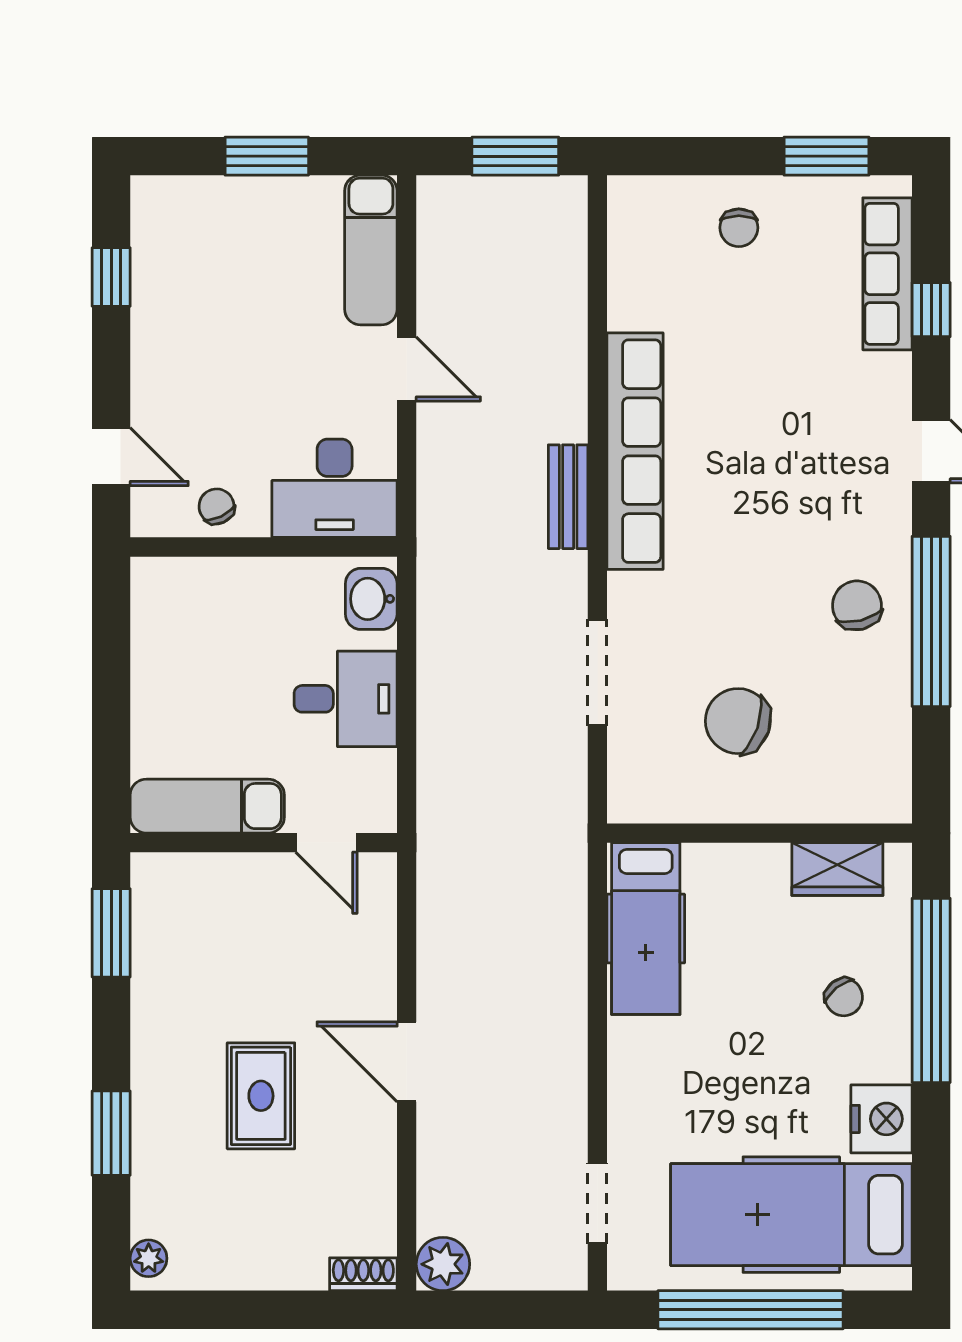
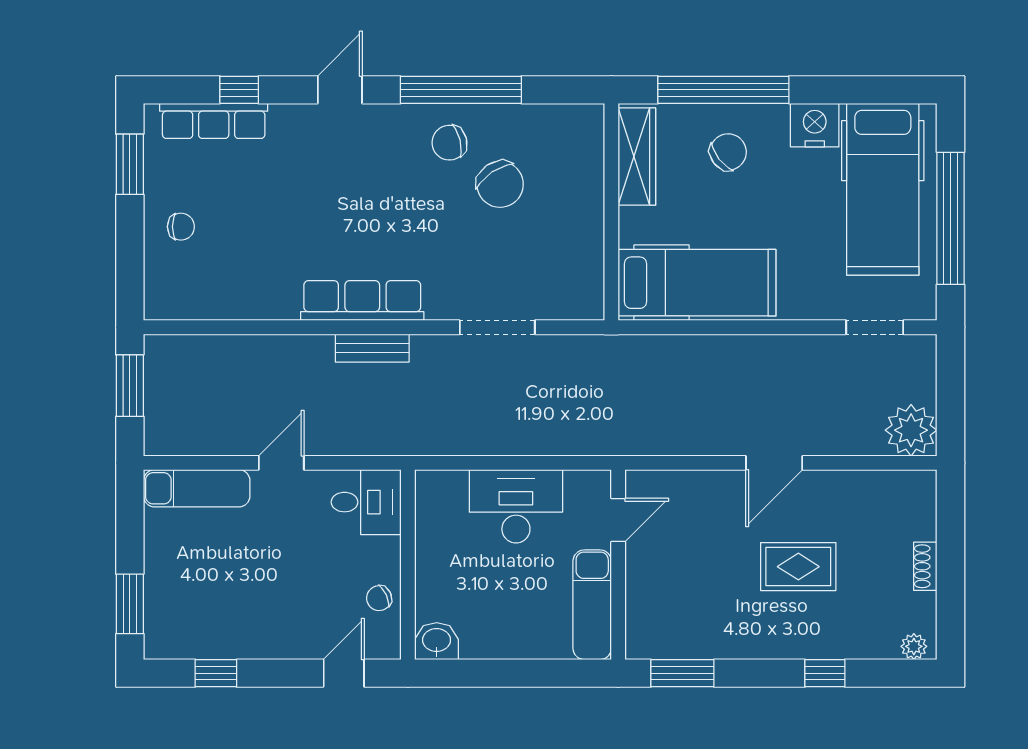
window: (267, 156) -> (130, 604), moved
row of seats: (635, 451) -> (362, 301), width x0.73
desk: (335, 488) -> (366, 502), width x0.73
washbasin: (371, 599) -> (437, 641), moved, turned 180
desk: (346, 699) -> (516, 506), width x1.37
chair: (738, 721) -> (500, 184), moved, turned -53
wardrobe: (837, 869) -> (637, 157), width x1.50
hospital bed: (646, 929) -> (697, 283), width x1.37, depth x1.29
chair: (844, 997) -> (728, 152), width x1.37, depth x1.37
window: (111, 1133) -> (825, 673), width x0.67
plant: (443, 1264) -> (911, 430), width x1.36, depth x1.36
shoe rack: (363, 1274) -> (925, 566), moved

